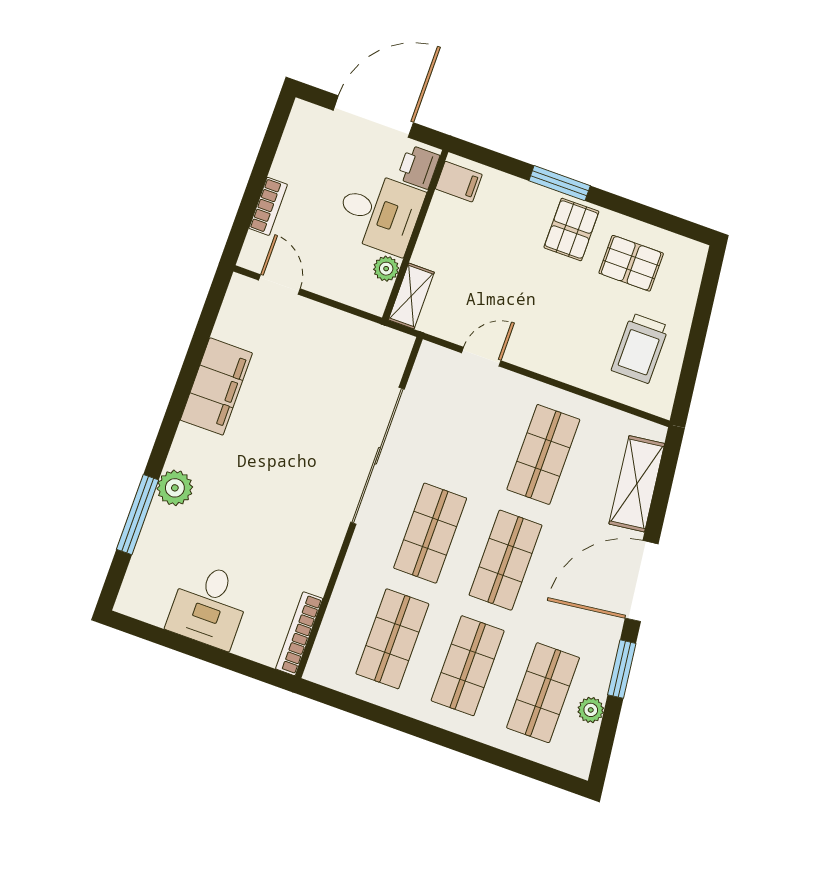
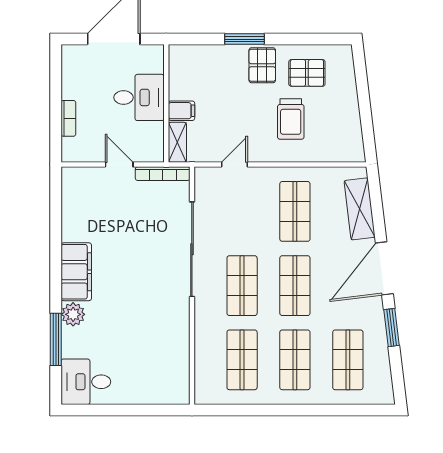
printer: (418, 167) -> (153, 60), removed
filing cabinet: (459, 182) -> (181, 111), moved
plant: (386, 269) -> (156, 131), removed
door: (279, 284) -> (119, 164), moved
trolley: (640, 348) -> (291, 119), moved
filing cabinet: (216, 386) -> (76, 272), moved
desk: (209, 606) -> (86, 382), moved, turned 90
bookcase: (299, 634) -> (163, 174), moved, turned -90
plant: (591, 710) -> (381, 360), removed

